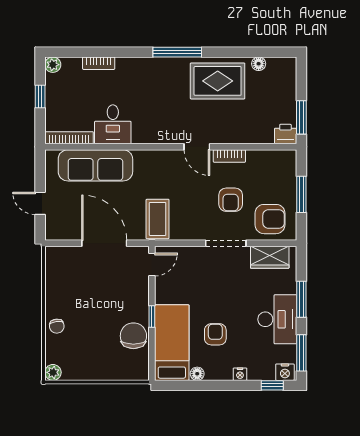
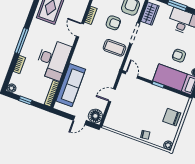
window: (177, 52) -> (22, 41), moved
desk: (113, 124) -> (53, 60), width x1.87, depth x1.30
door: (197, 147) -> (80, 30), swing flipped
coffee table: (158, 219) -> (114, 48), moved
floor lamp: (58, 228) -> (95, 116), added
door: (104, 243) -> (112, 95), width x0.53
chair: (133, 336) -> (172, 117), moved

